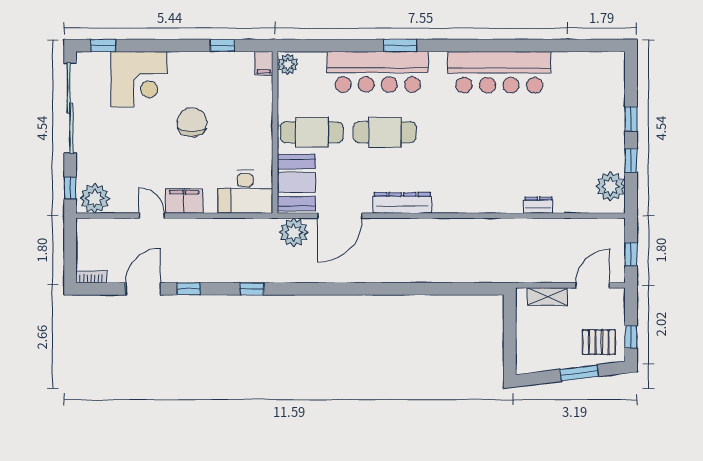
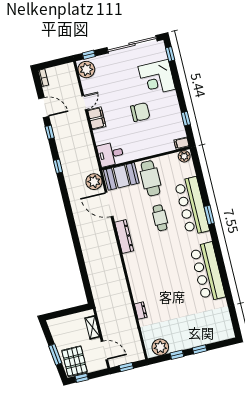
cafe table: (385, 132) -> (160, 218), width x0.73, depth x0.74
desk: (245, 192) -> (111, 154), width x0.73
pallet: (599, 342) -> (74, 361), width x1.50, depth x1.42

